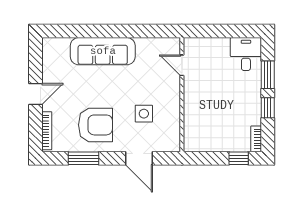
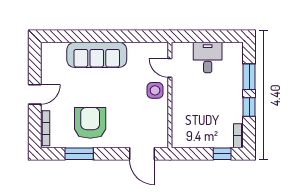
desk: (246, 54) -> (208, 58), moved
side table: (144, 114) -> (155, 90), moved
armchair: (95, 125) -> (90, 123), turned -90
door: (139, 158) -> (142, 154), moved

